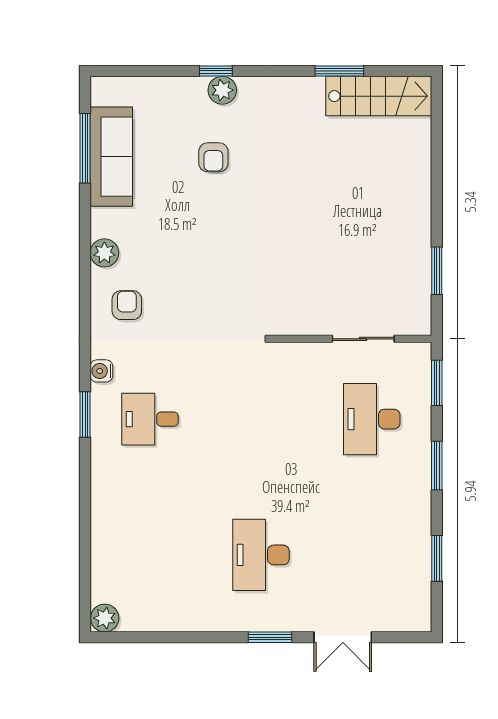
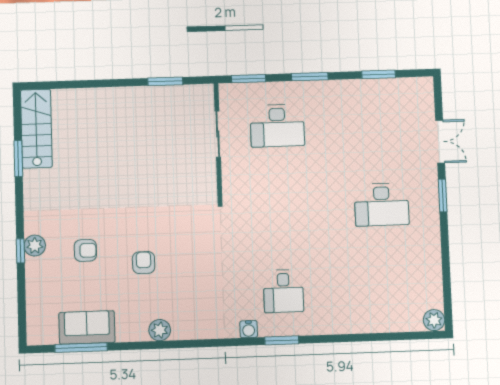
sofa: (111, 157) -> (87, 327), width x0.73
armchair: (127, 305) -> (144, 263), moved, turned 90

